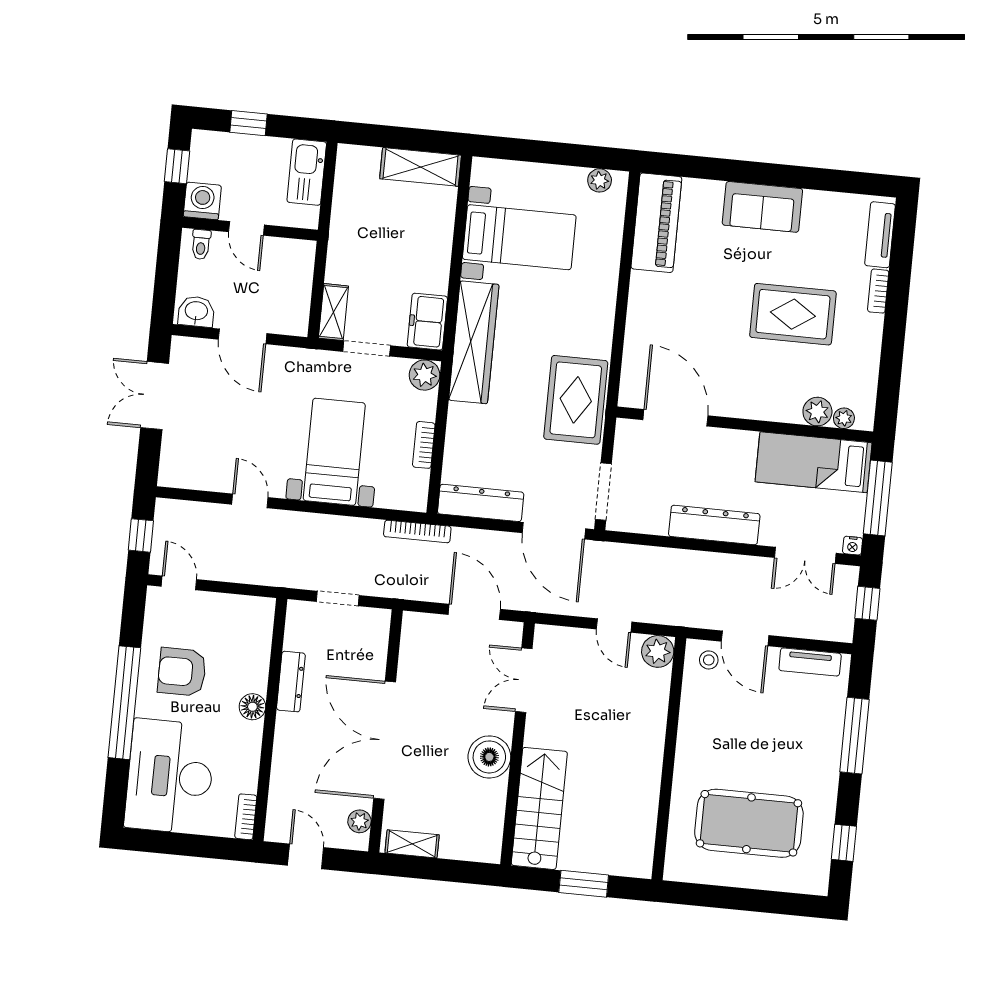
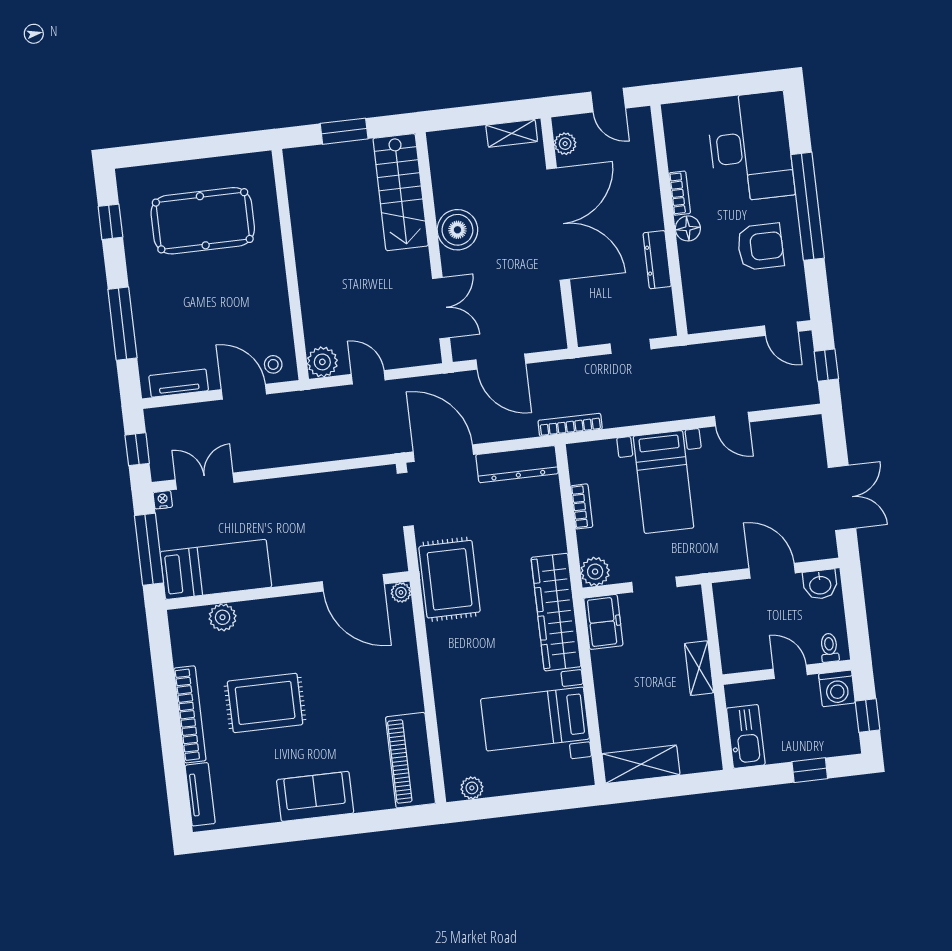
bookcase: (878, 291) -> (190, 714), width x2.31, depth x1.31
shelving: (333, 312) -> (699, 668), moved
plant: (844, 418) -> (401, 592), moved
dresser: (714, 525) -> (295, 491), removed
bookcase: (246, 817) -> (680, 193), moved

